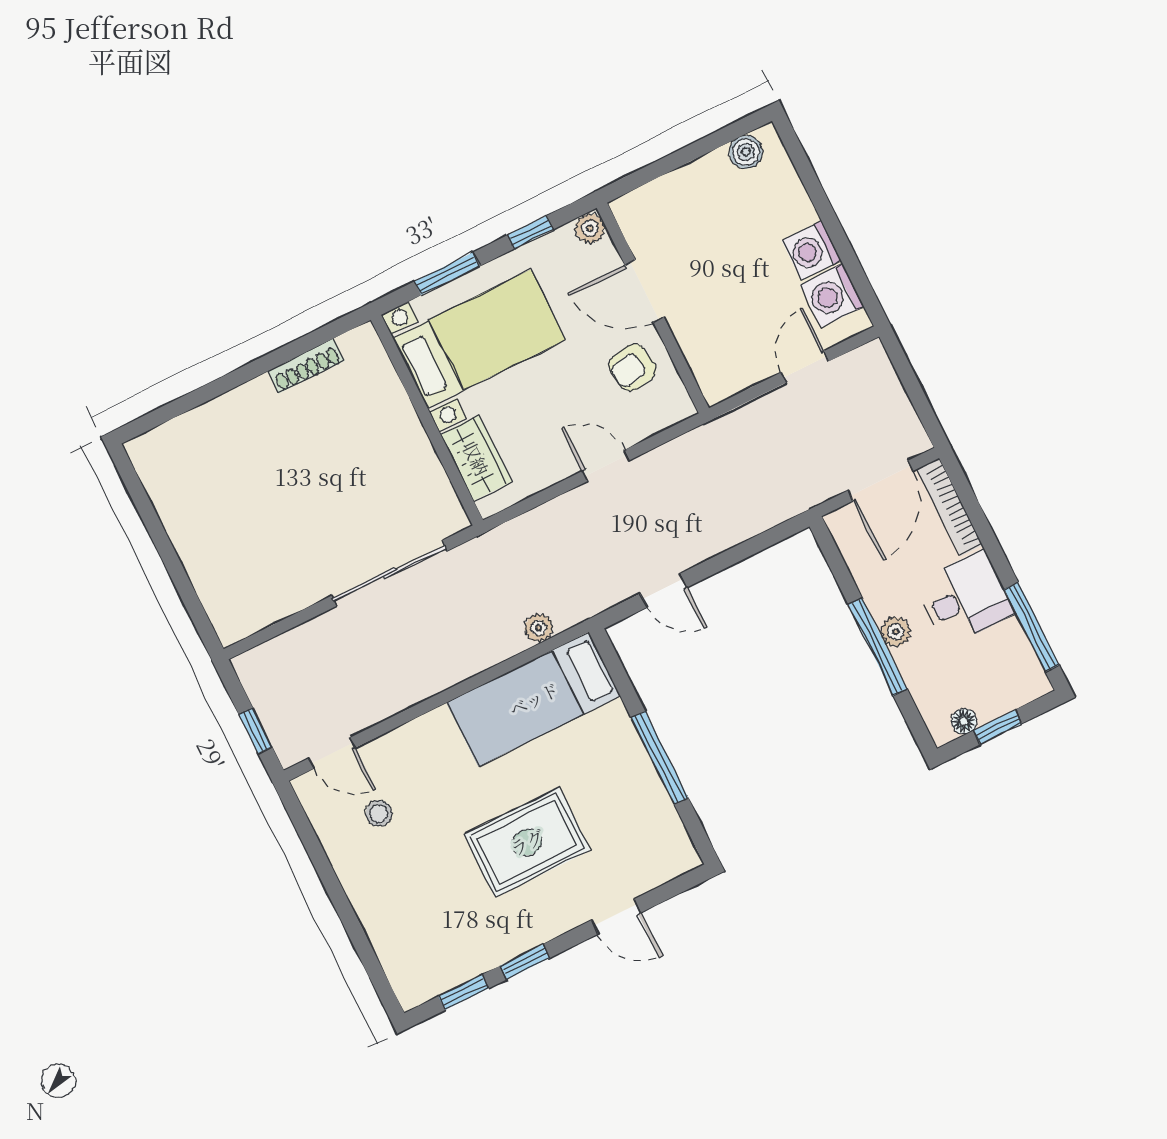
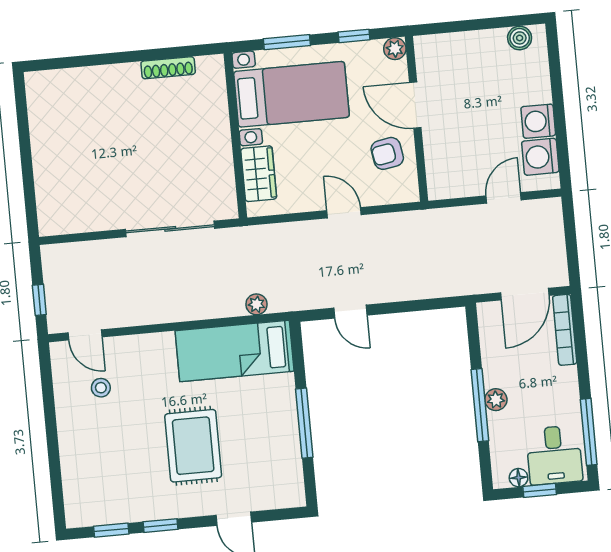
desk: (965, 598) -> (554, 455), moved, turned 90
rug: (527, 842) -> (193, 446), turned 90

